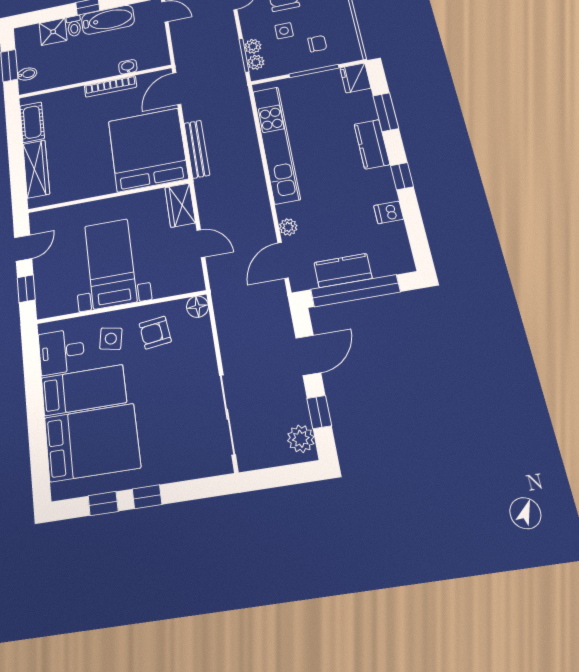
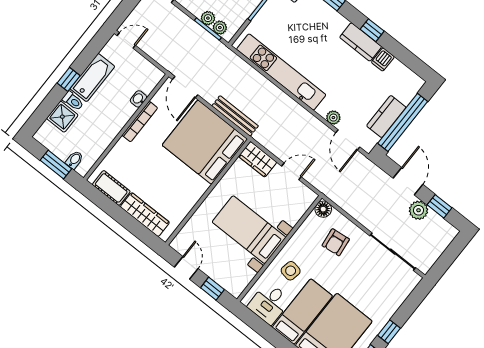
kitchen counter: (372, 144) -> (361, 42), moved
armchair: (155, 333) -> (336, 242), moved
plant: (301, 439) -> (419, 210), moved

